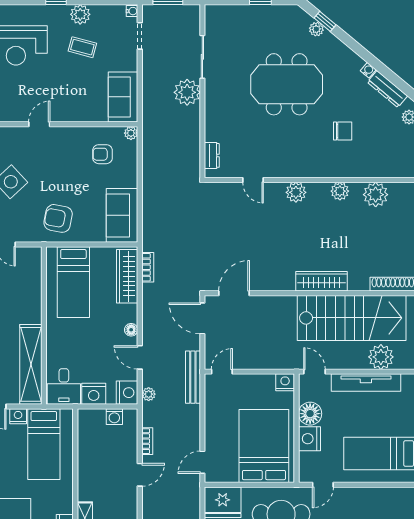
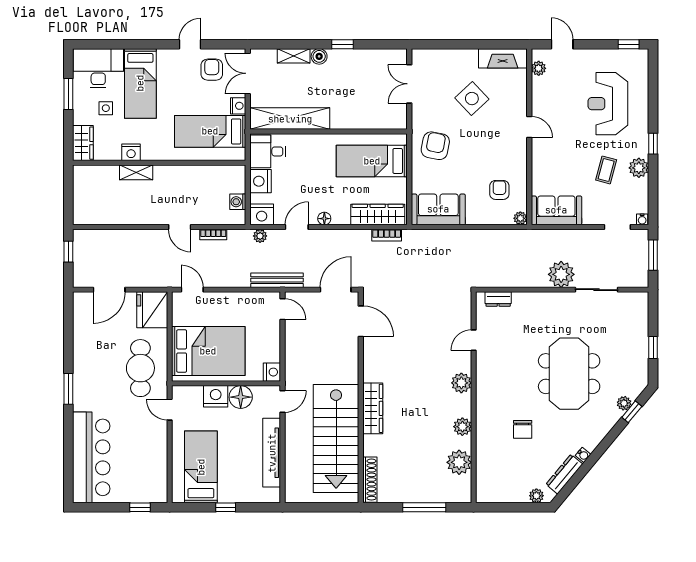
plant: (381, 357) -> (297, 468), removed

